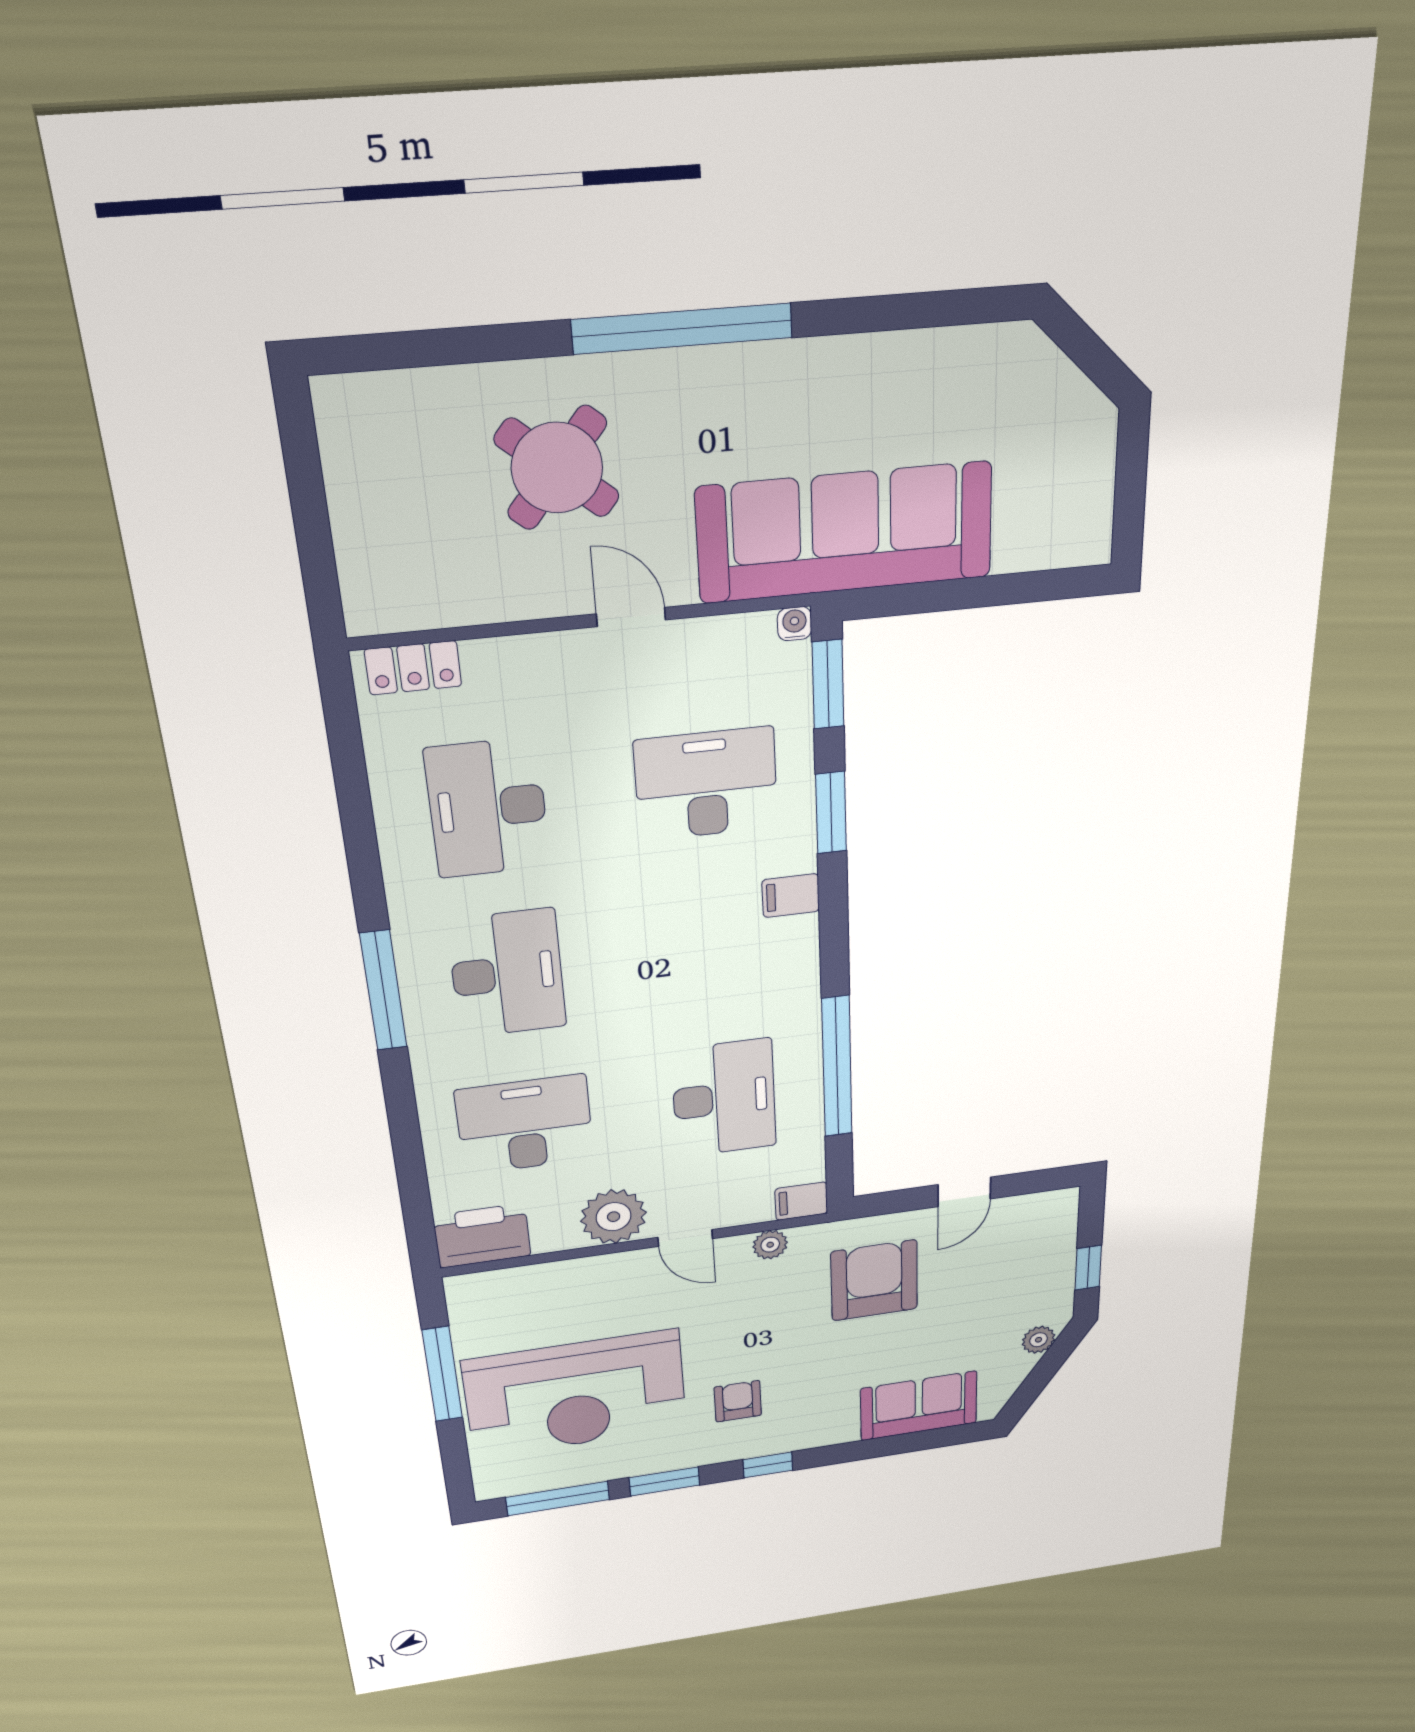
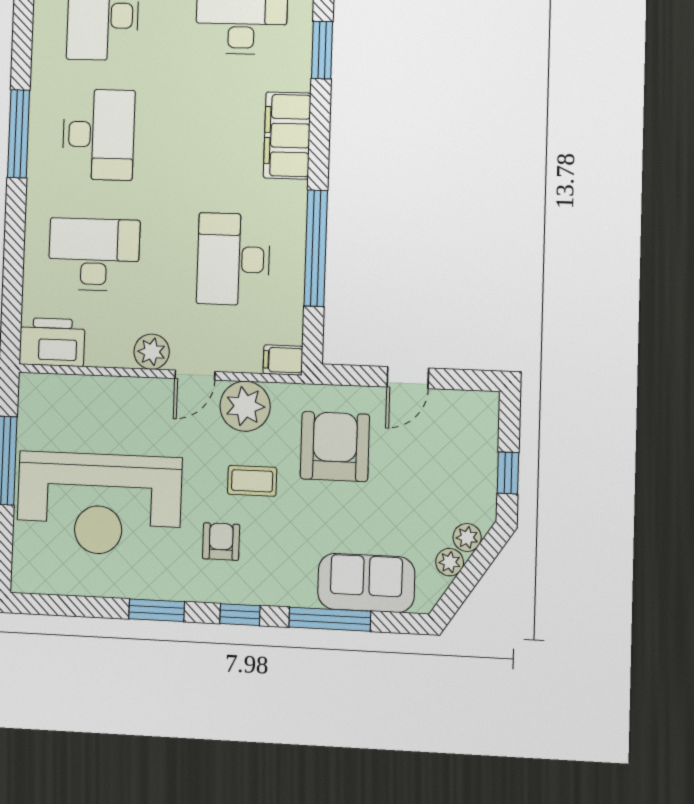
filing cabinet: (791, 896) -> (287, 135), width x3.00, depth x1.17
desk: (724, 1098) -> (233, 259), turned 180
plant: (614, 1217) -> (152, 352), width x0.73, depth x0.73
door: (685, 1238) -> (195, 375), hinge flipped
plant: (770, 1245) -> (245, 406), width x1.87, depth x1.87
coffee table: (772, 1334) -> (252, 481), added
plant: (1018, 1367) -> (450, 562), added
window: (558, 1498) -> (330, 619), moved

